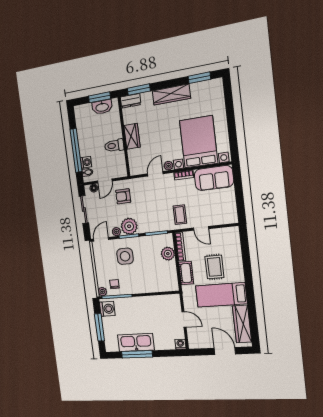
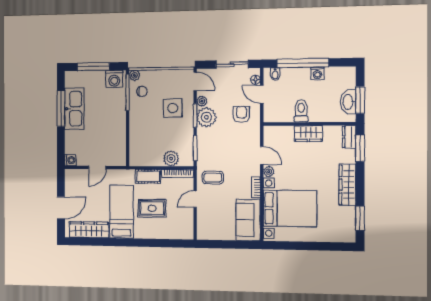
washing machine: (86, 162) -> (317, 73), moved

